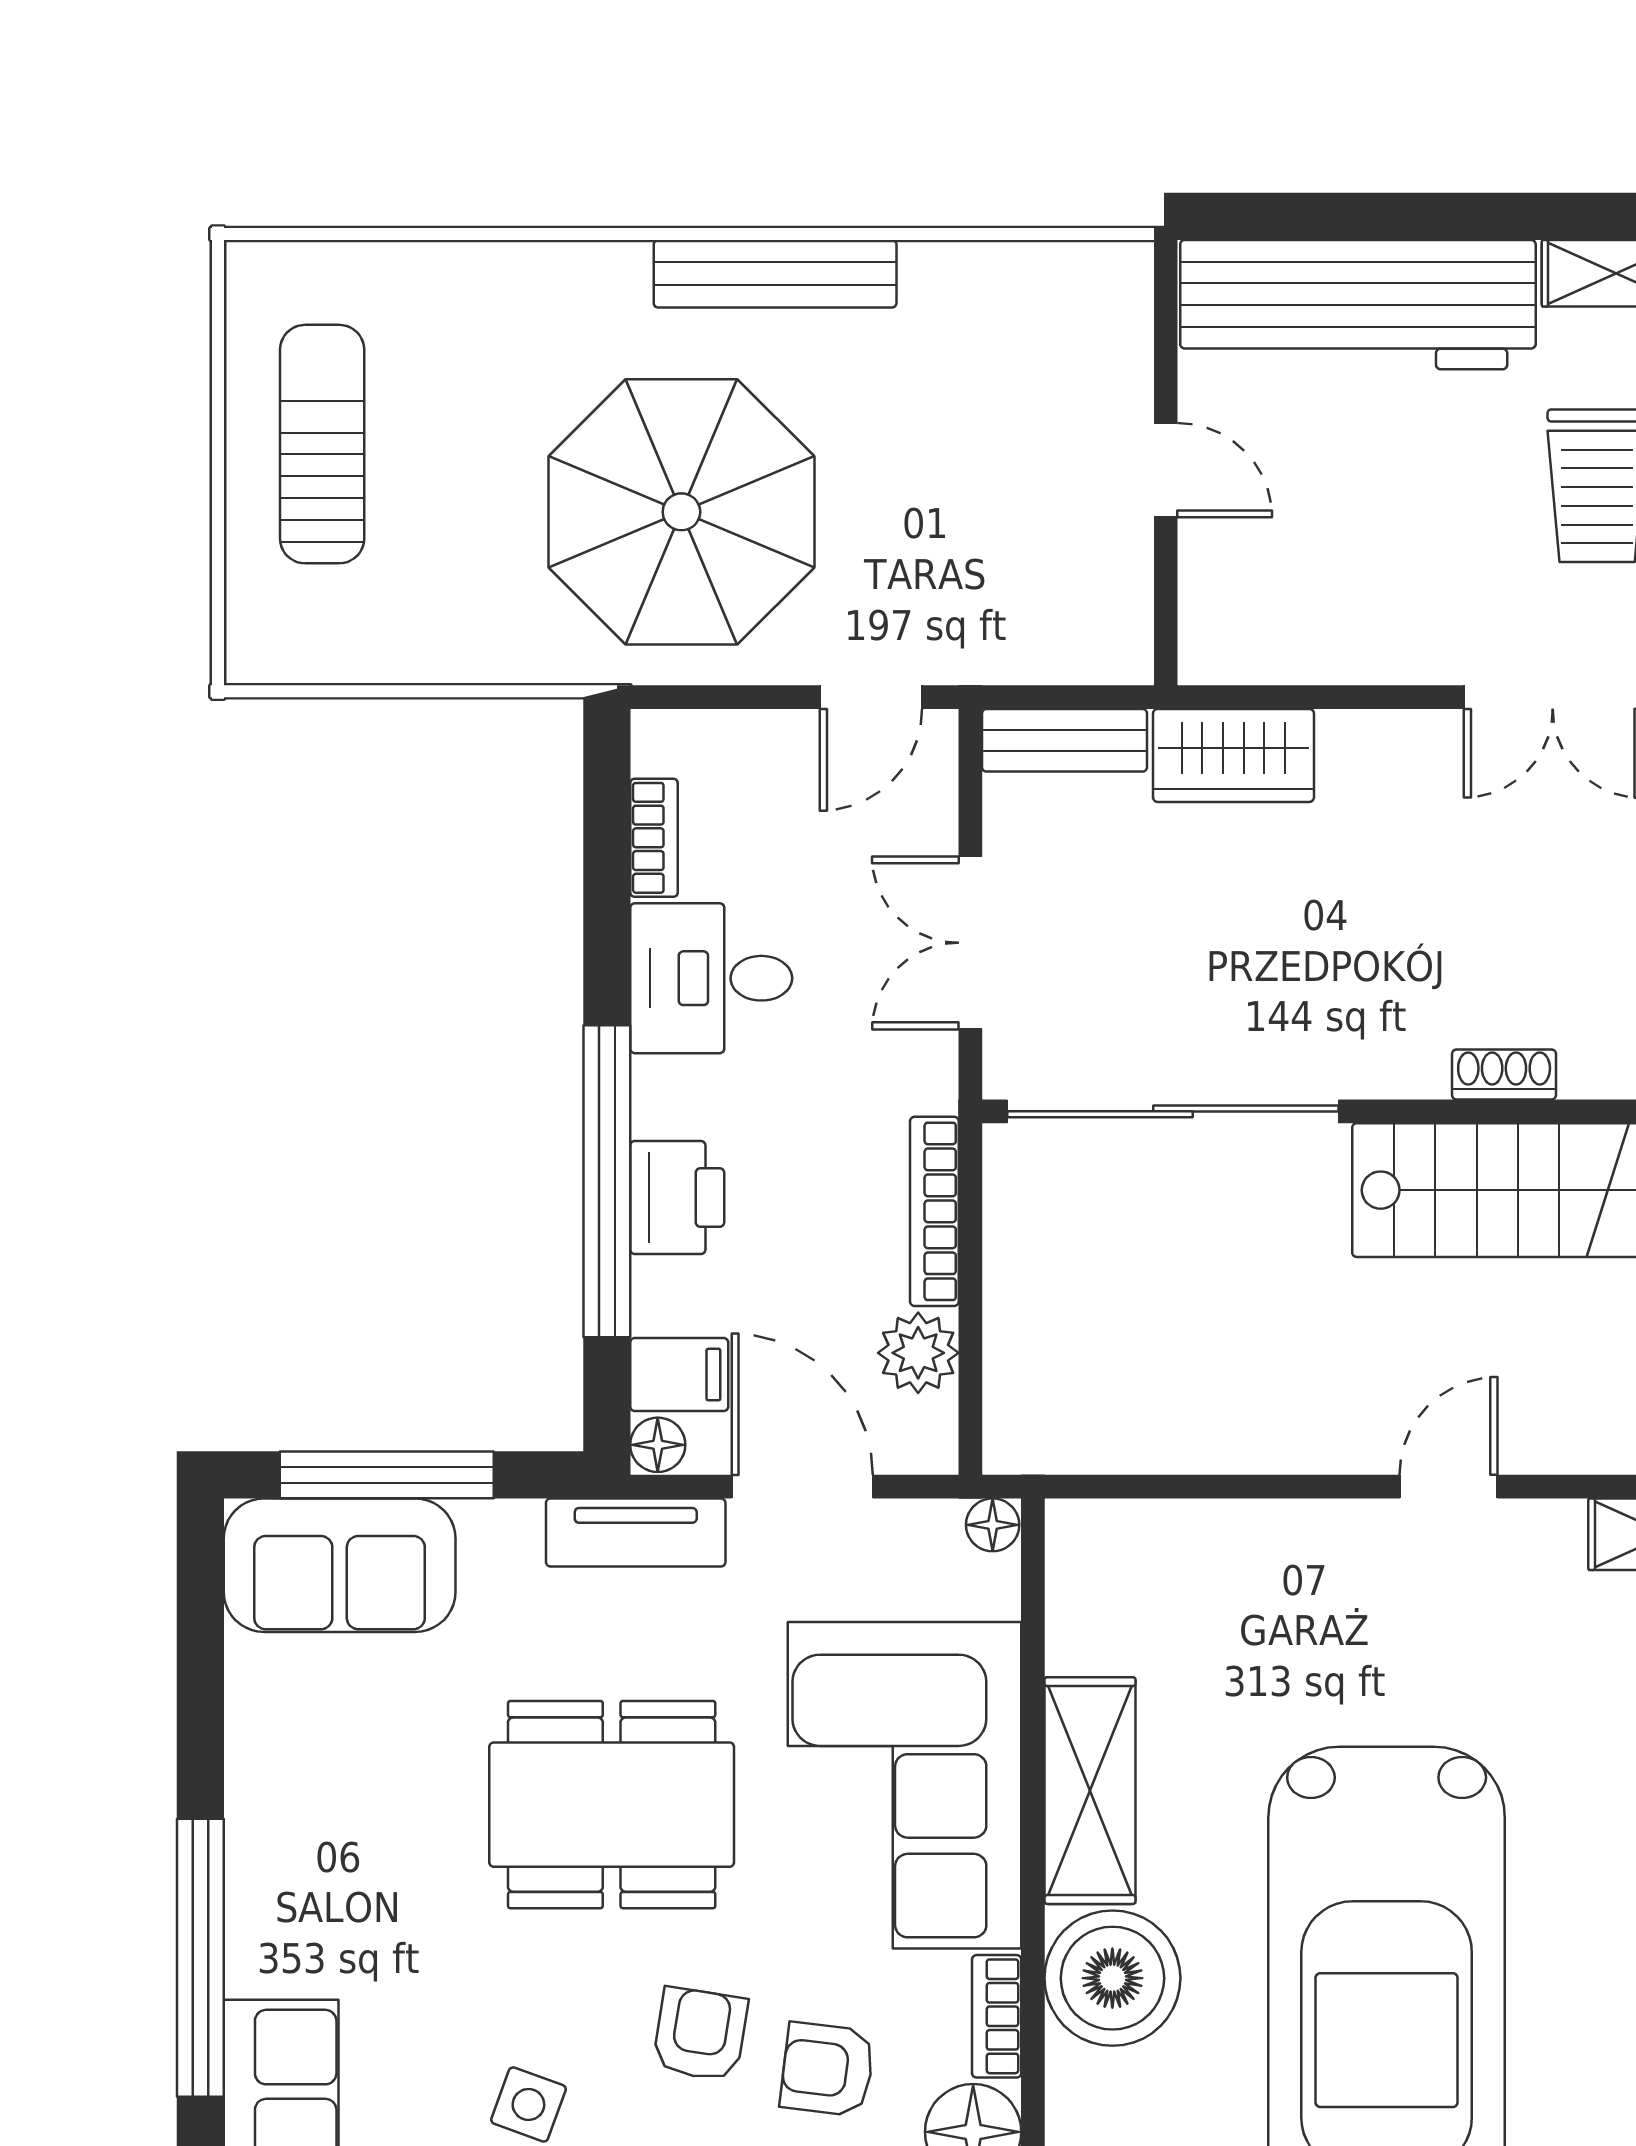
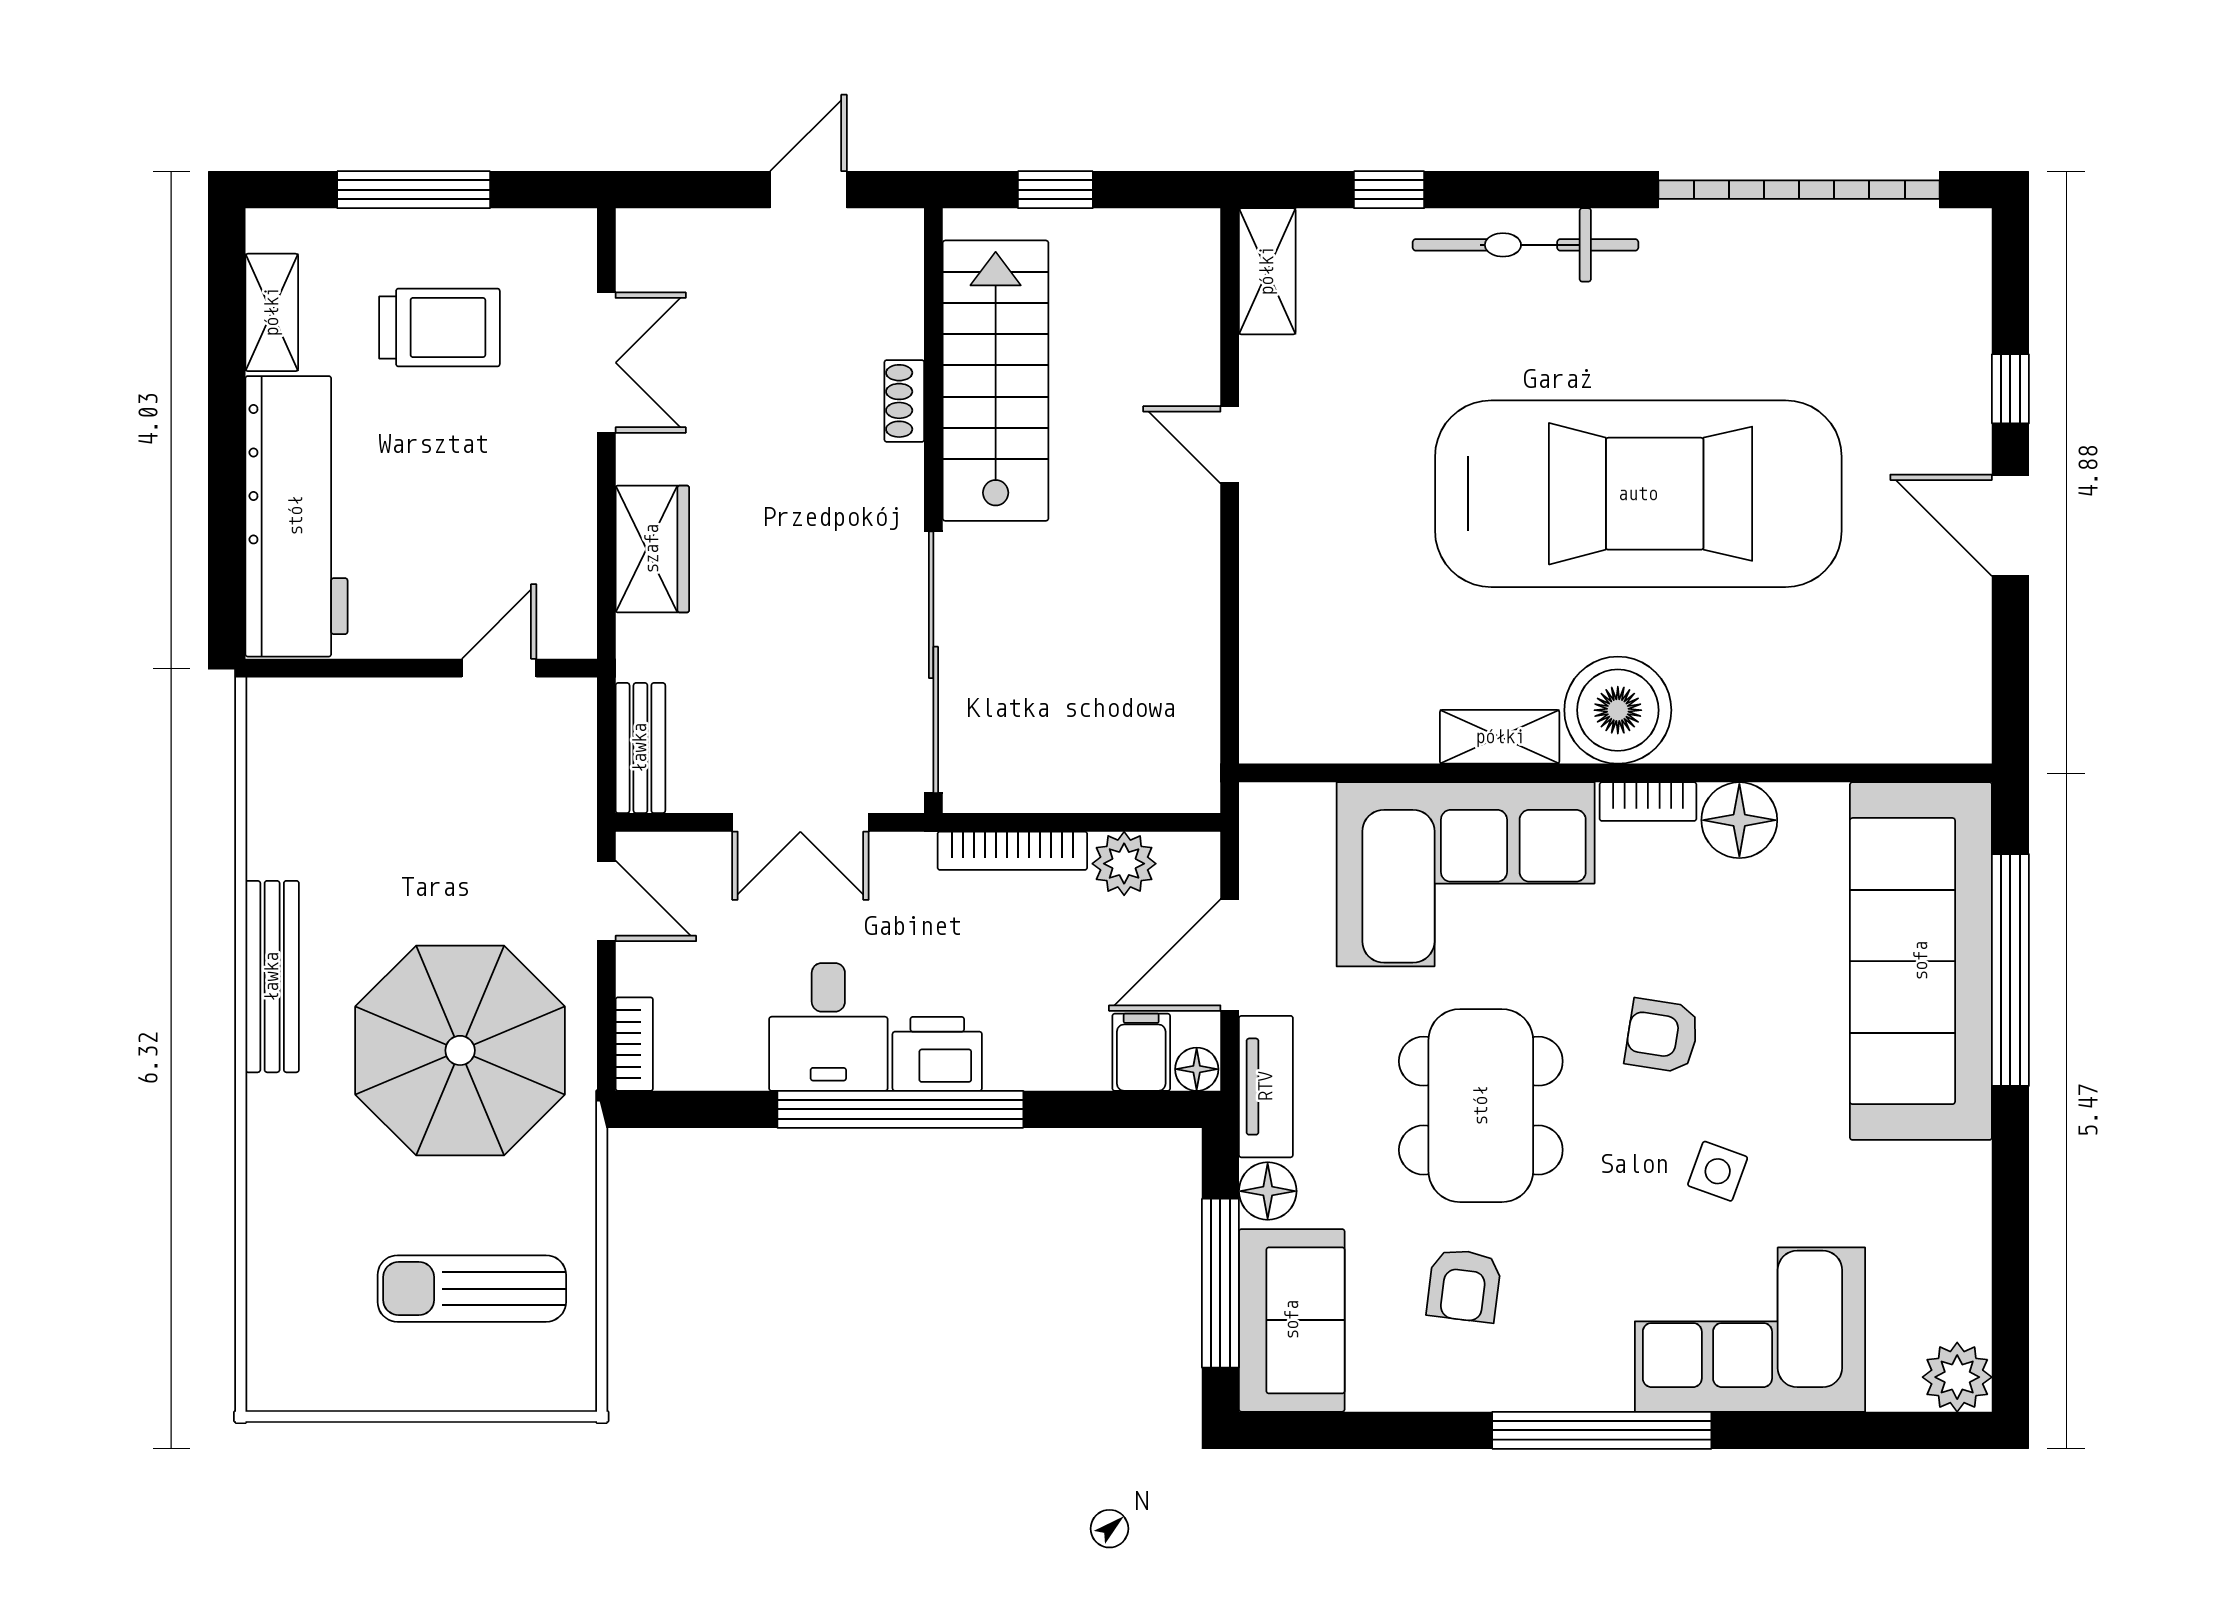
sun lounger: (322, 444) -> (472, 1289), moved
door: (1166, 470) -> (499, 668), moved
wardrobe: (1233, 755) -> (652, 549), moved
bookcase: (654, 838) -> (634, 1044), moved, turned 90
window: (607, 1181) -> (900, 1109), moved
printer: (677, 1198) -> (937, 1054), moved
floor lamp: (993, 1525) -> (1268, 1191), moved, width x1.37, depth x1.37
shelving: (1090, 1791) -> (1500, 737), width x0.67, depth x0.75
armchair: (827, 2069) -> (1464, 1285), moved

